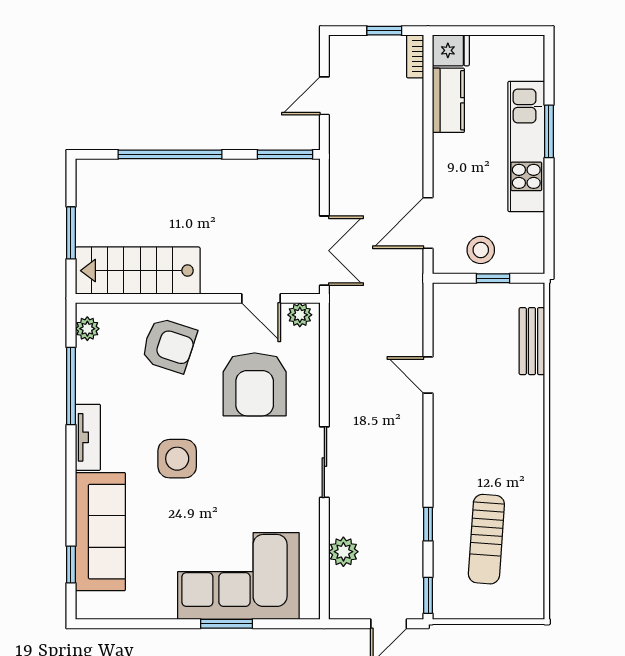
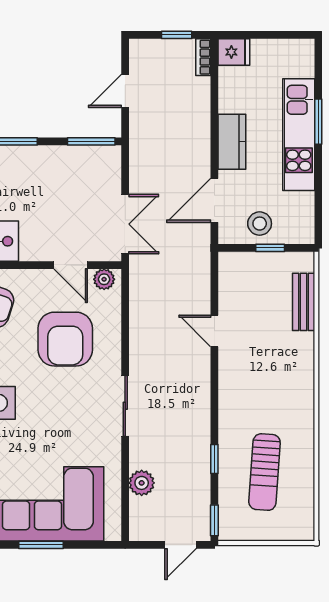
kitchen counter: (448, 100) -> (232, 142), moved

